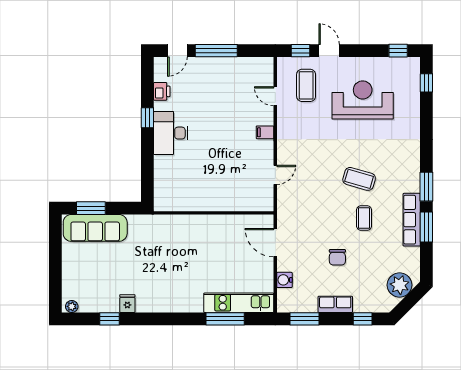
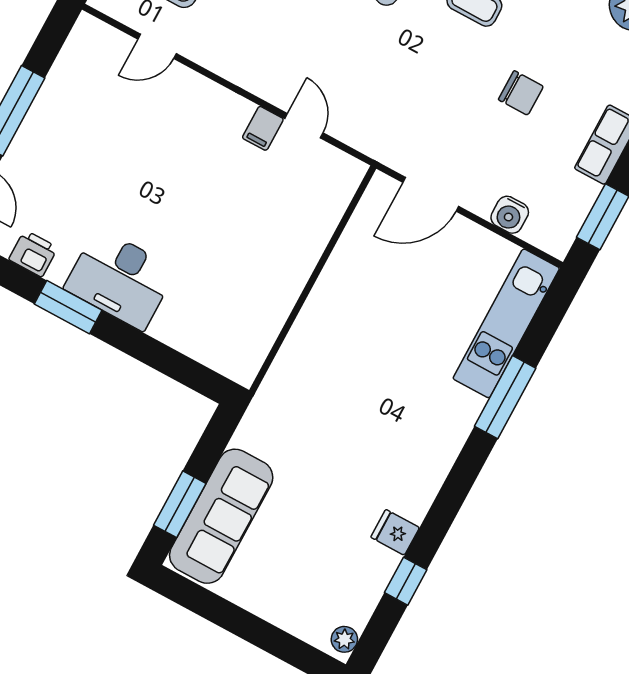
window: (147, 118) -> (68, 307), width x1.50
filing cabinet: (265, 132) -> (263, 128), moved
window: (225, 319) -> (505, 397), moved

